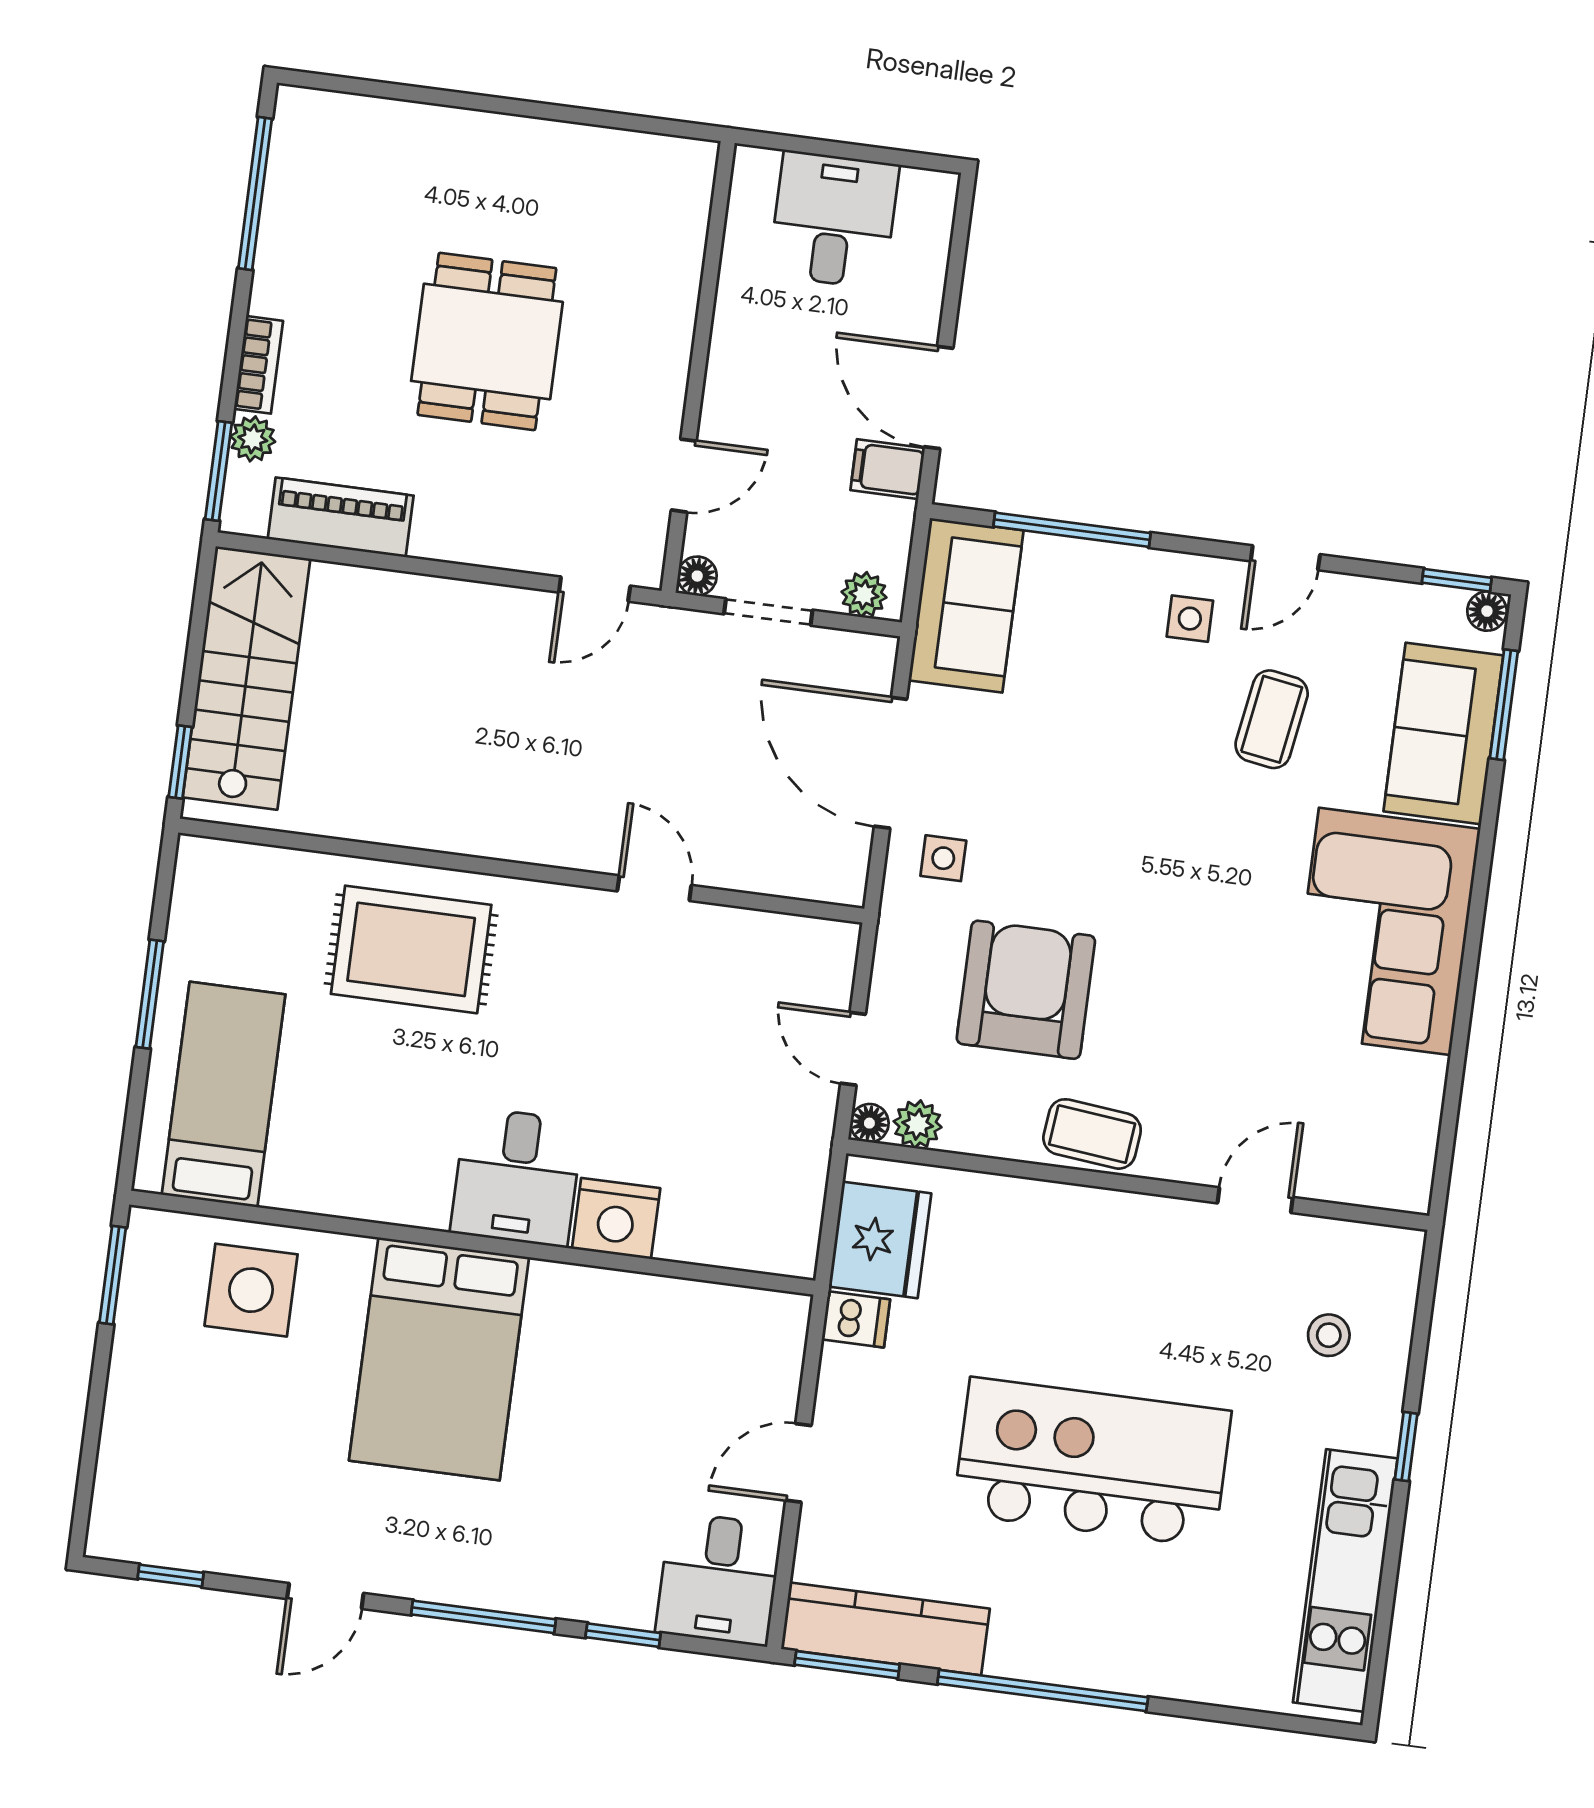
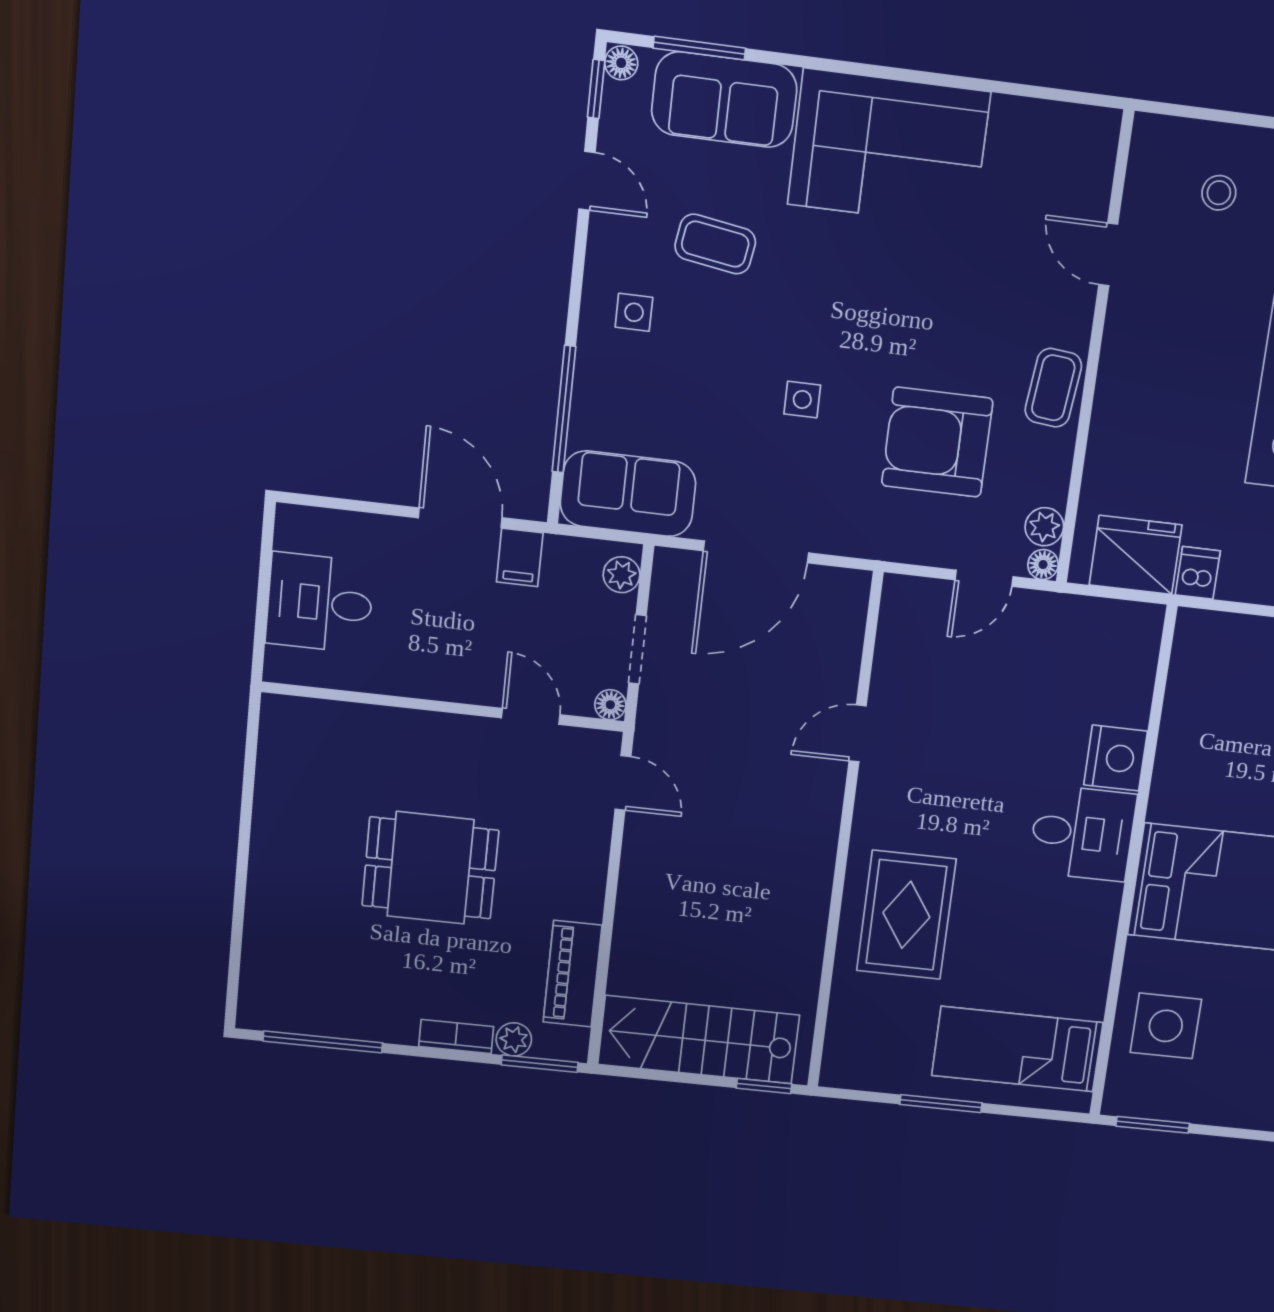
door: (939, 398) -> (460, 518), swing flipped
door: (1285, 558) -> (587, 181), moved
side table: (943, 858) -> (802, 399), moved

